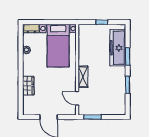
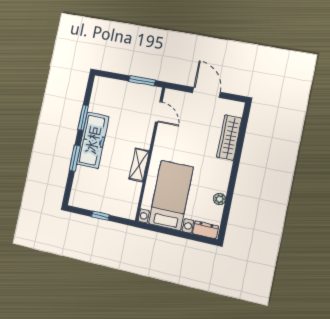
freezer: (118, 48) -> (93, 140), moved
shelving: (83, 77) -> (139, 165), moved
wardrobe: (28, 86) -> (229, 138), width x1.50

